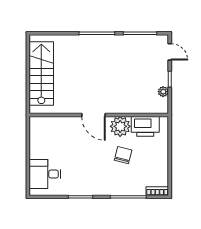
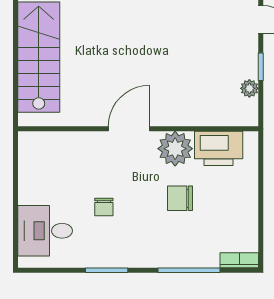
door: (93, 115) -> (129, 129), swing flipped
chair: (123, 155) -> (180, 198), turned -104
chair: (79, 160) -> (104, 207), added

